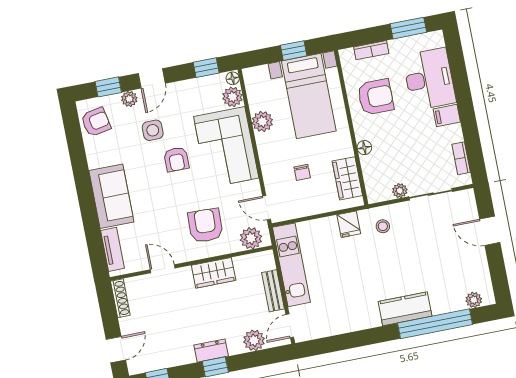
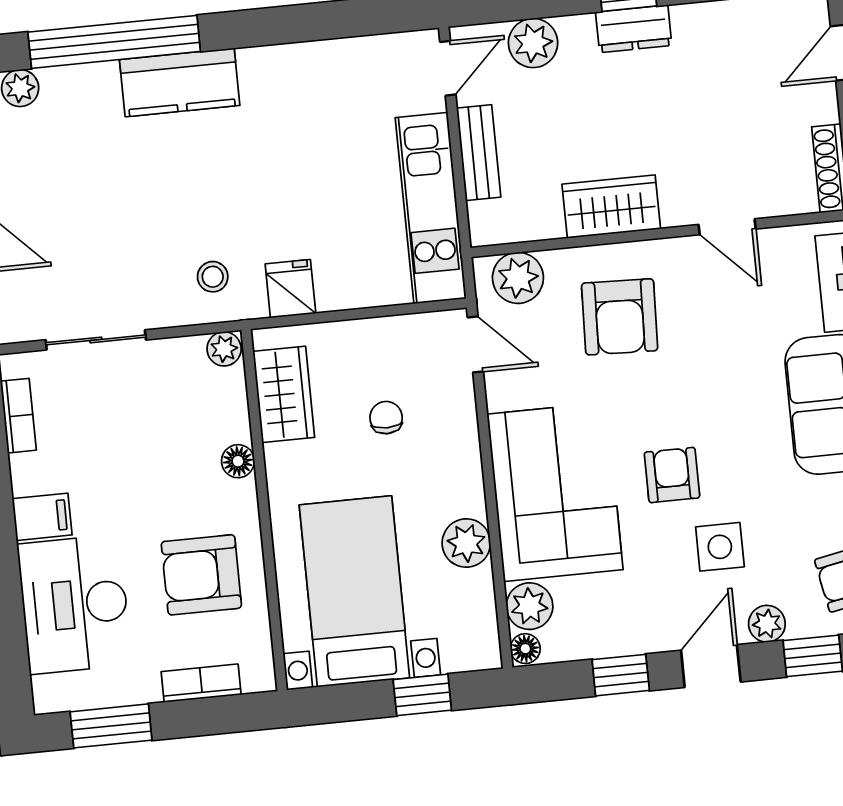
window: (294, 51) -> (422, 695), moved
window: (206, 68) -> (621, 675), moved
plant: (400, 191) -> (224, 349), moved

